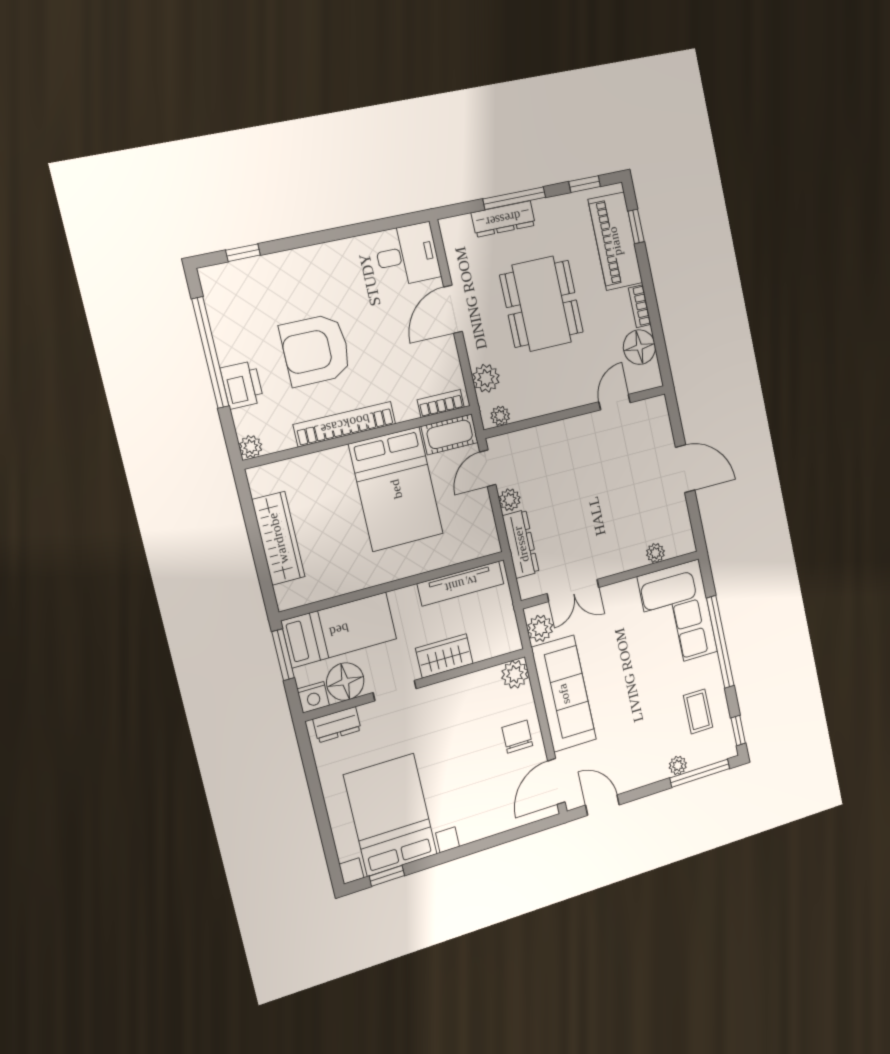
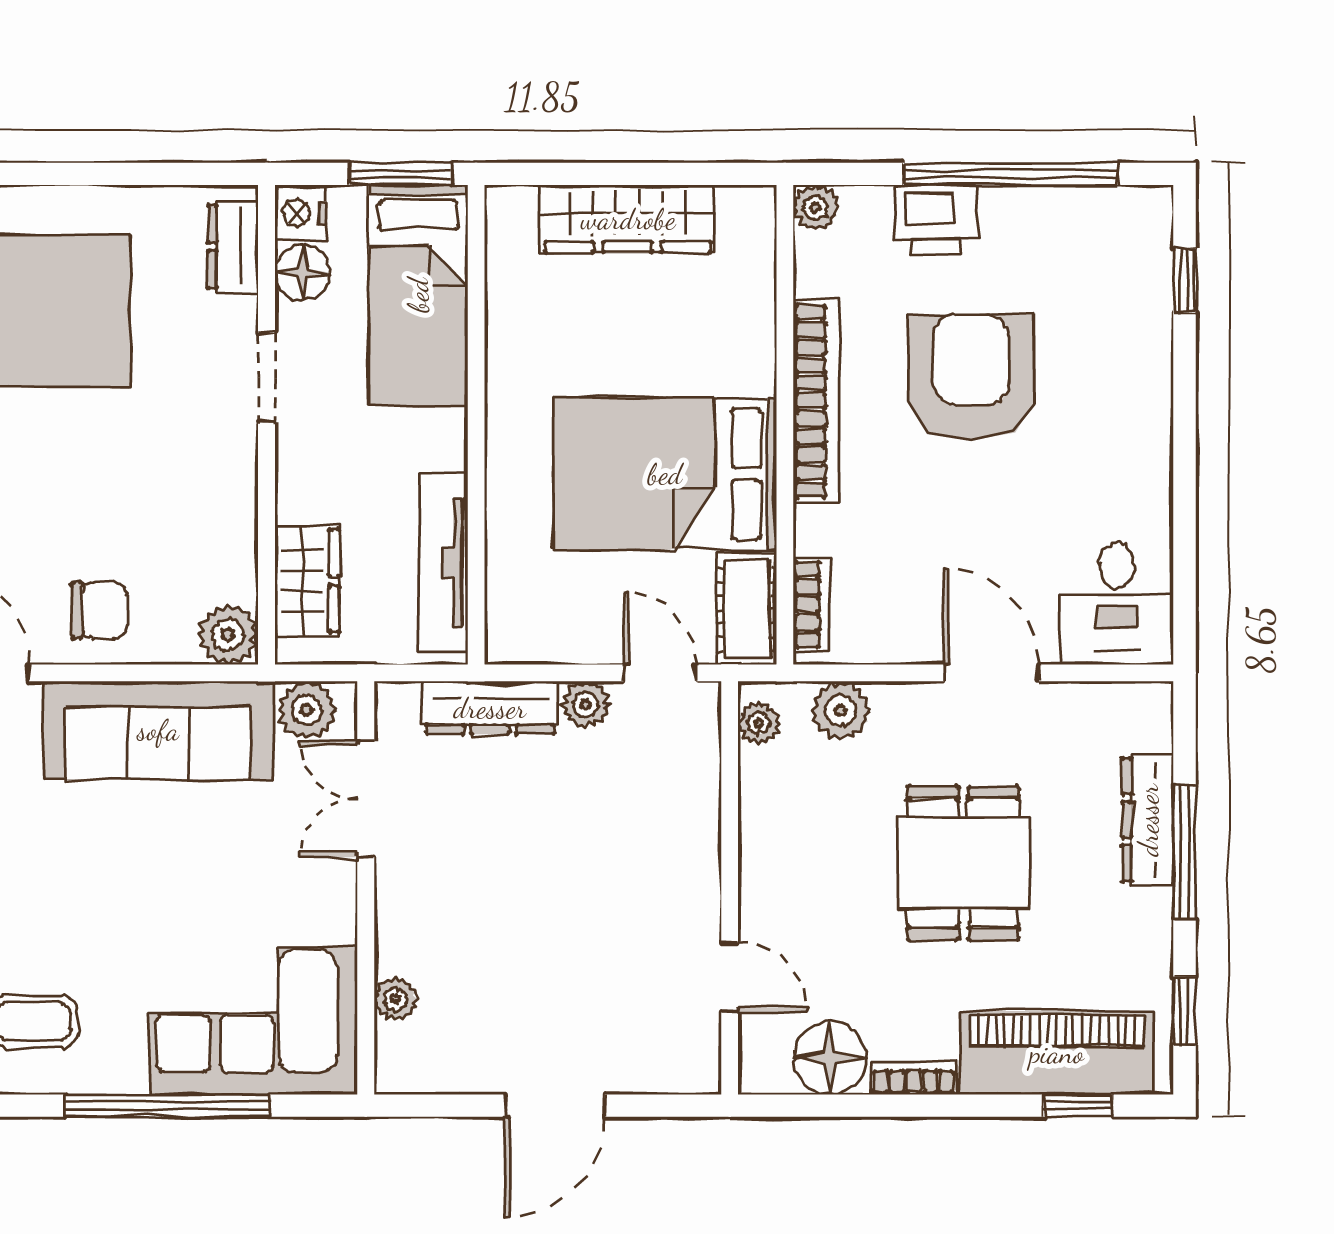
dining table: (542, 304) -> (963, 863), width x0.73
wardrobe: (444, 656) -> (307, 581), moved
floor lamp: (345, 682) -> (303, 273), width x0.73, depth x0.73

